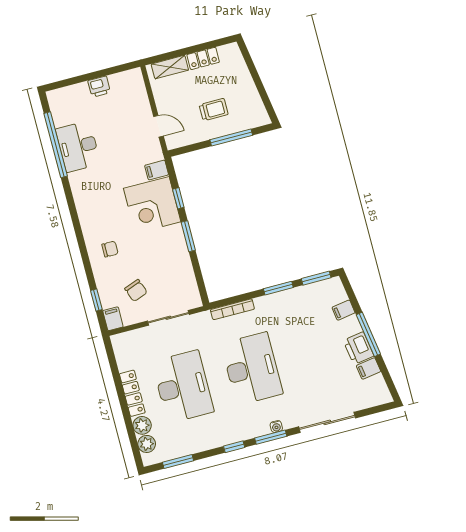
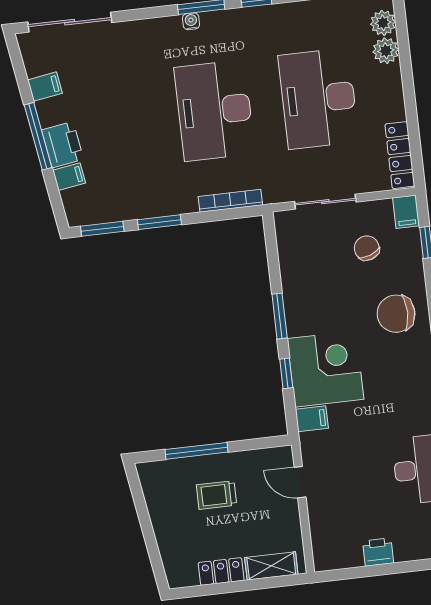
chair: (110, 249) -> (396, 314), width x1.87, depth x1.87
printer: (359, 348) -> (63, 145), moved
locker: (132, 393) -> (400, 155), moved
sliding door: (327, 422) -> (70, 22), moved

